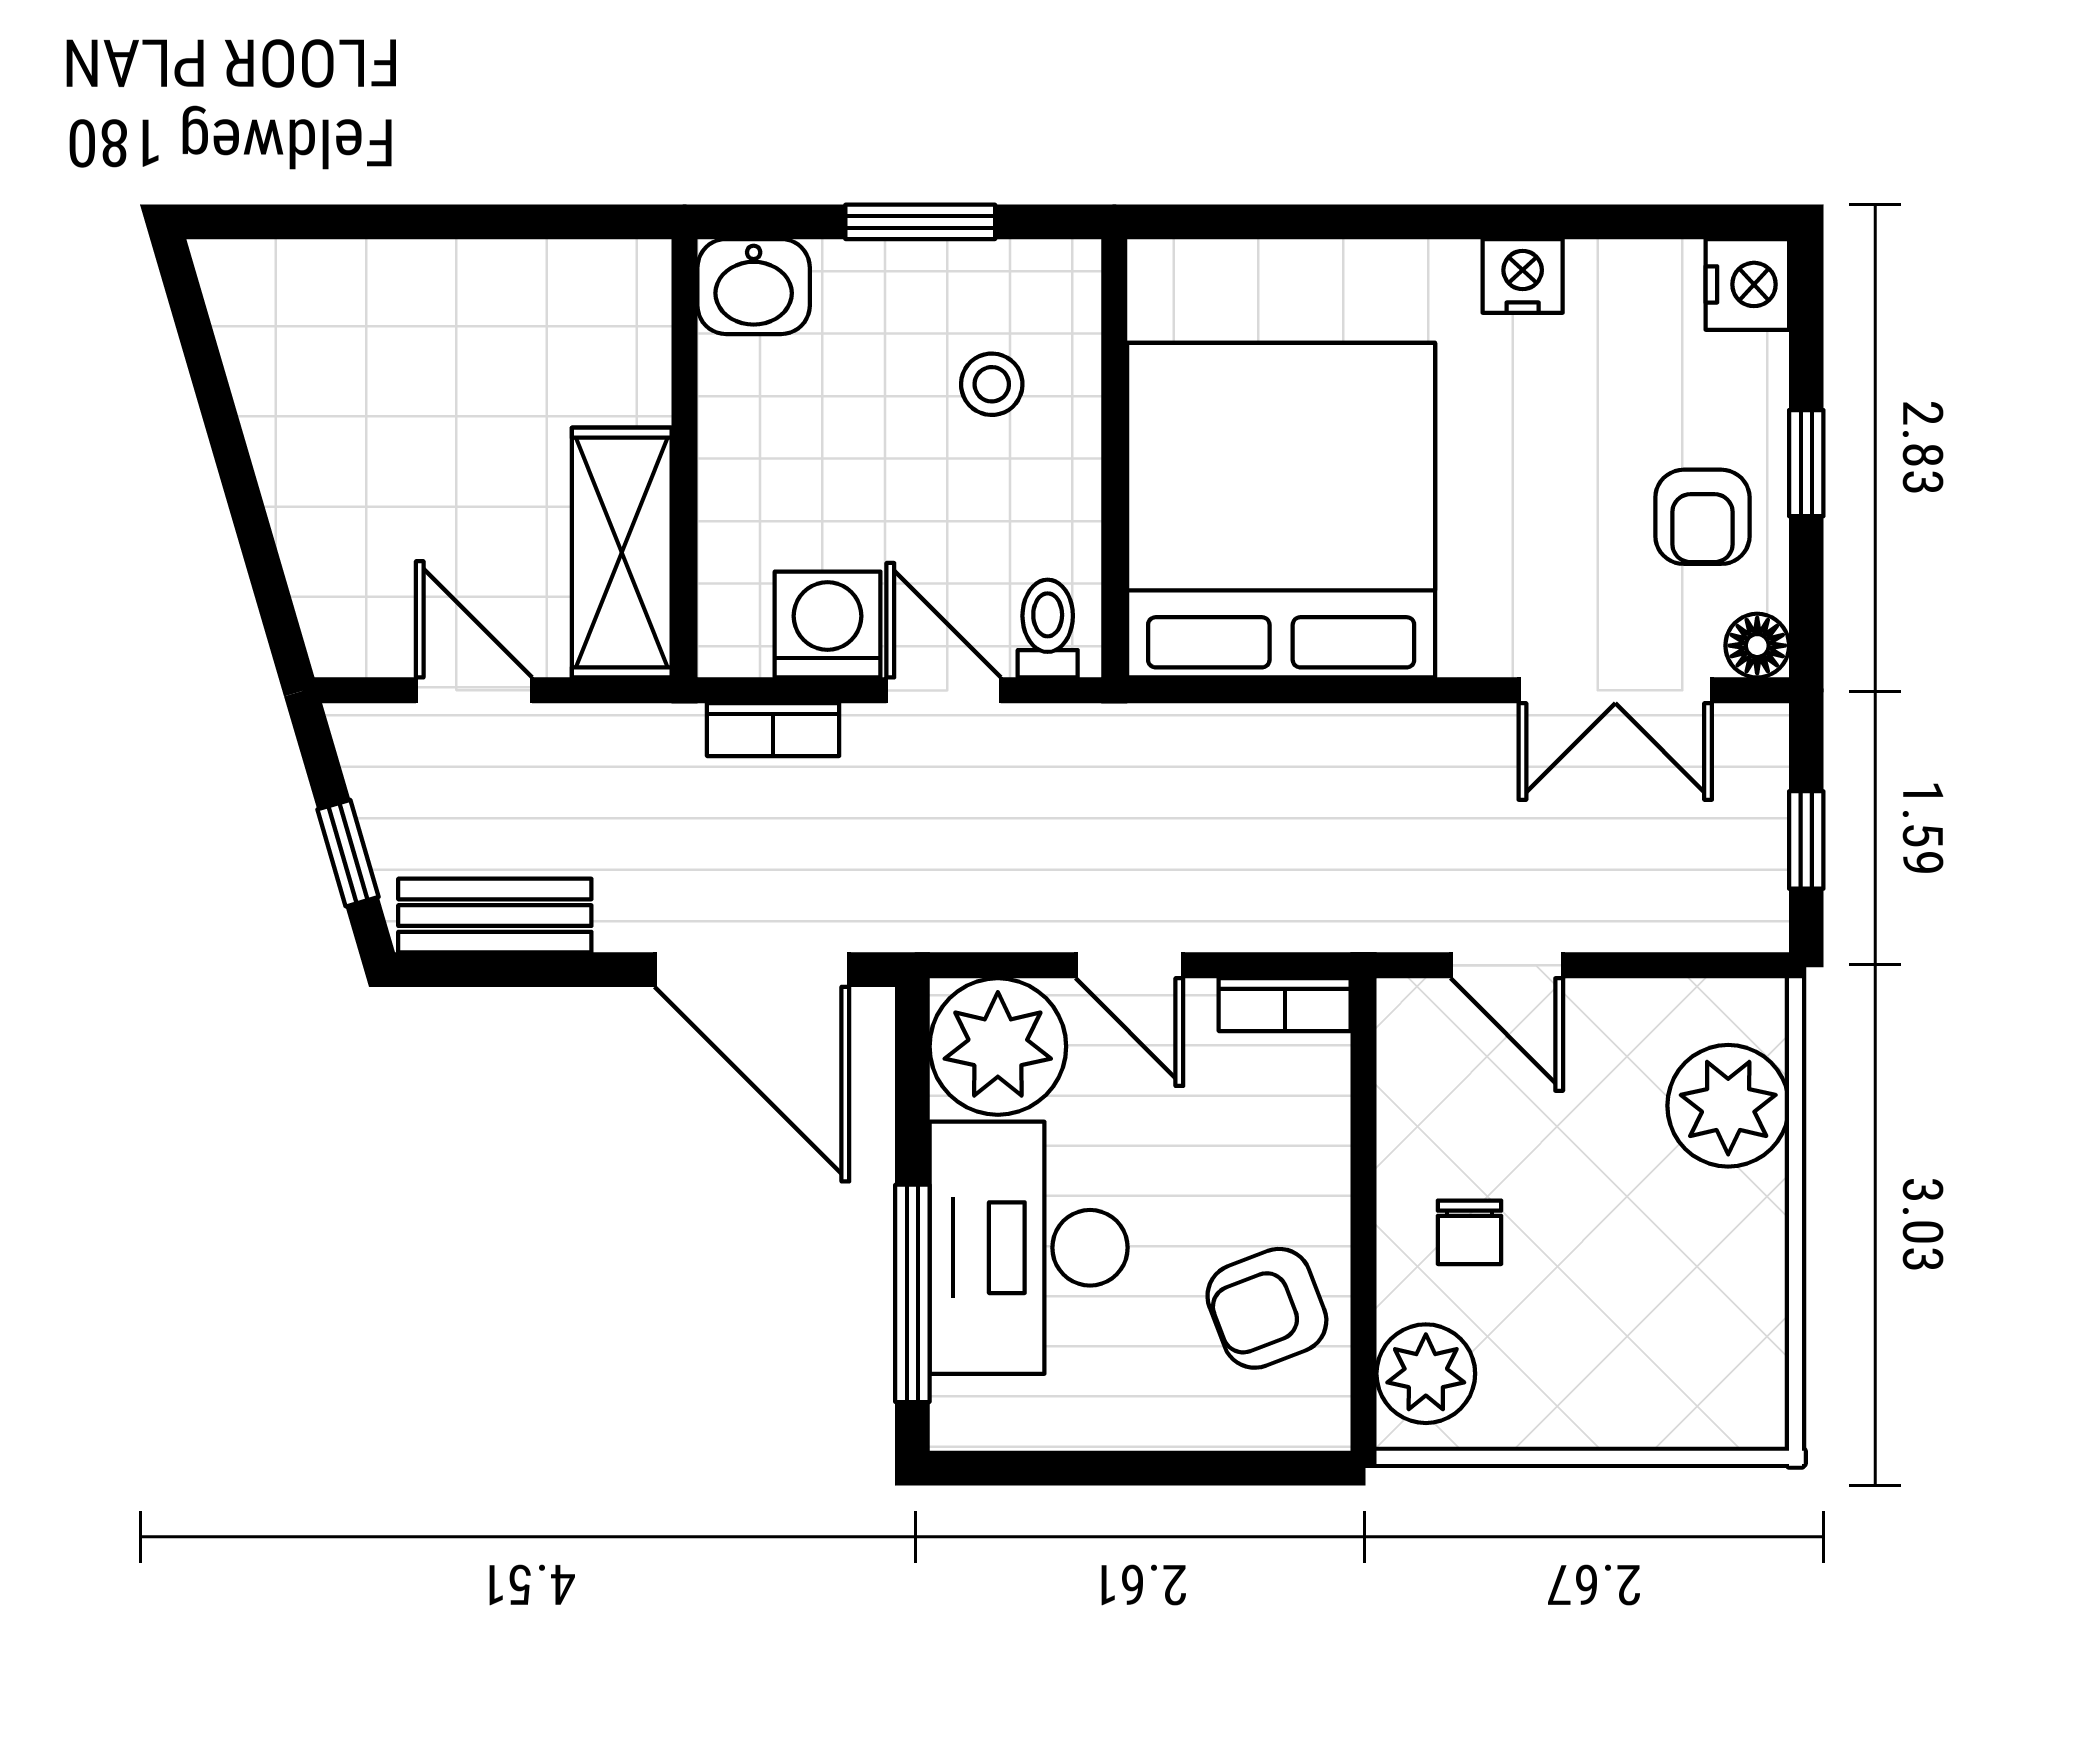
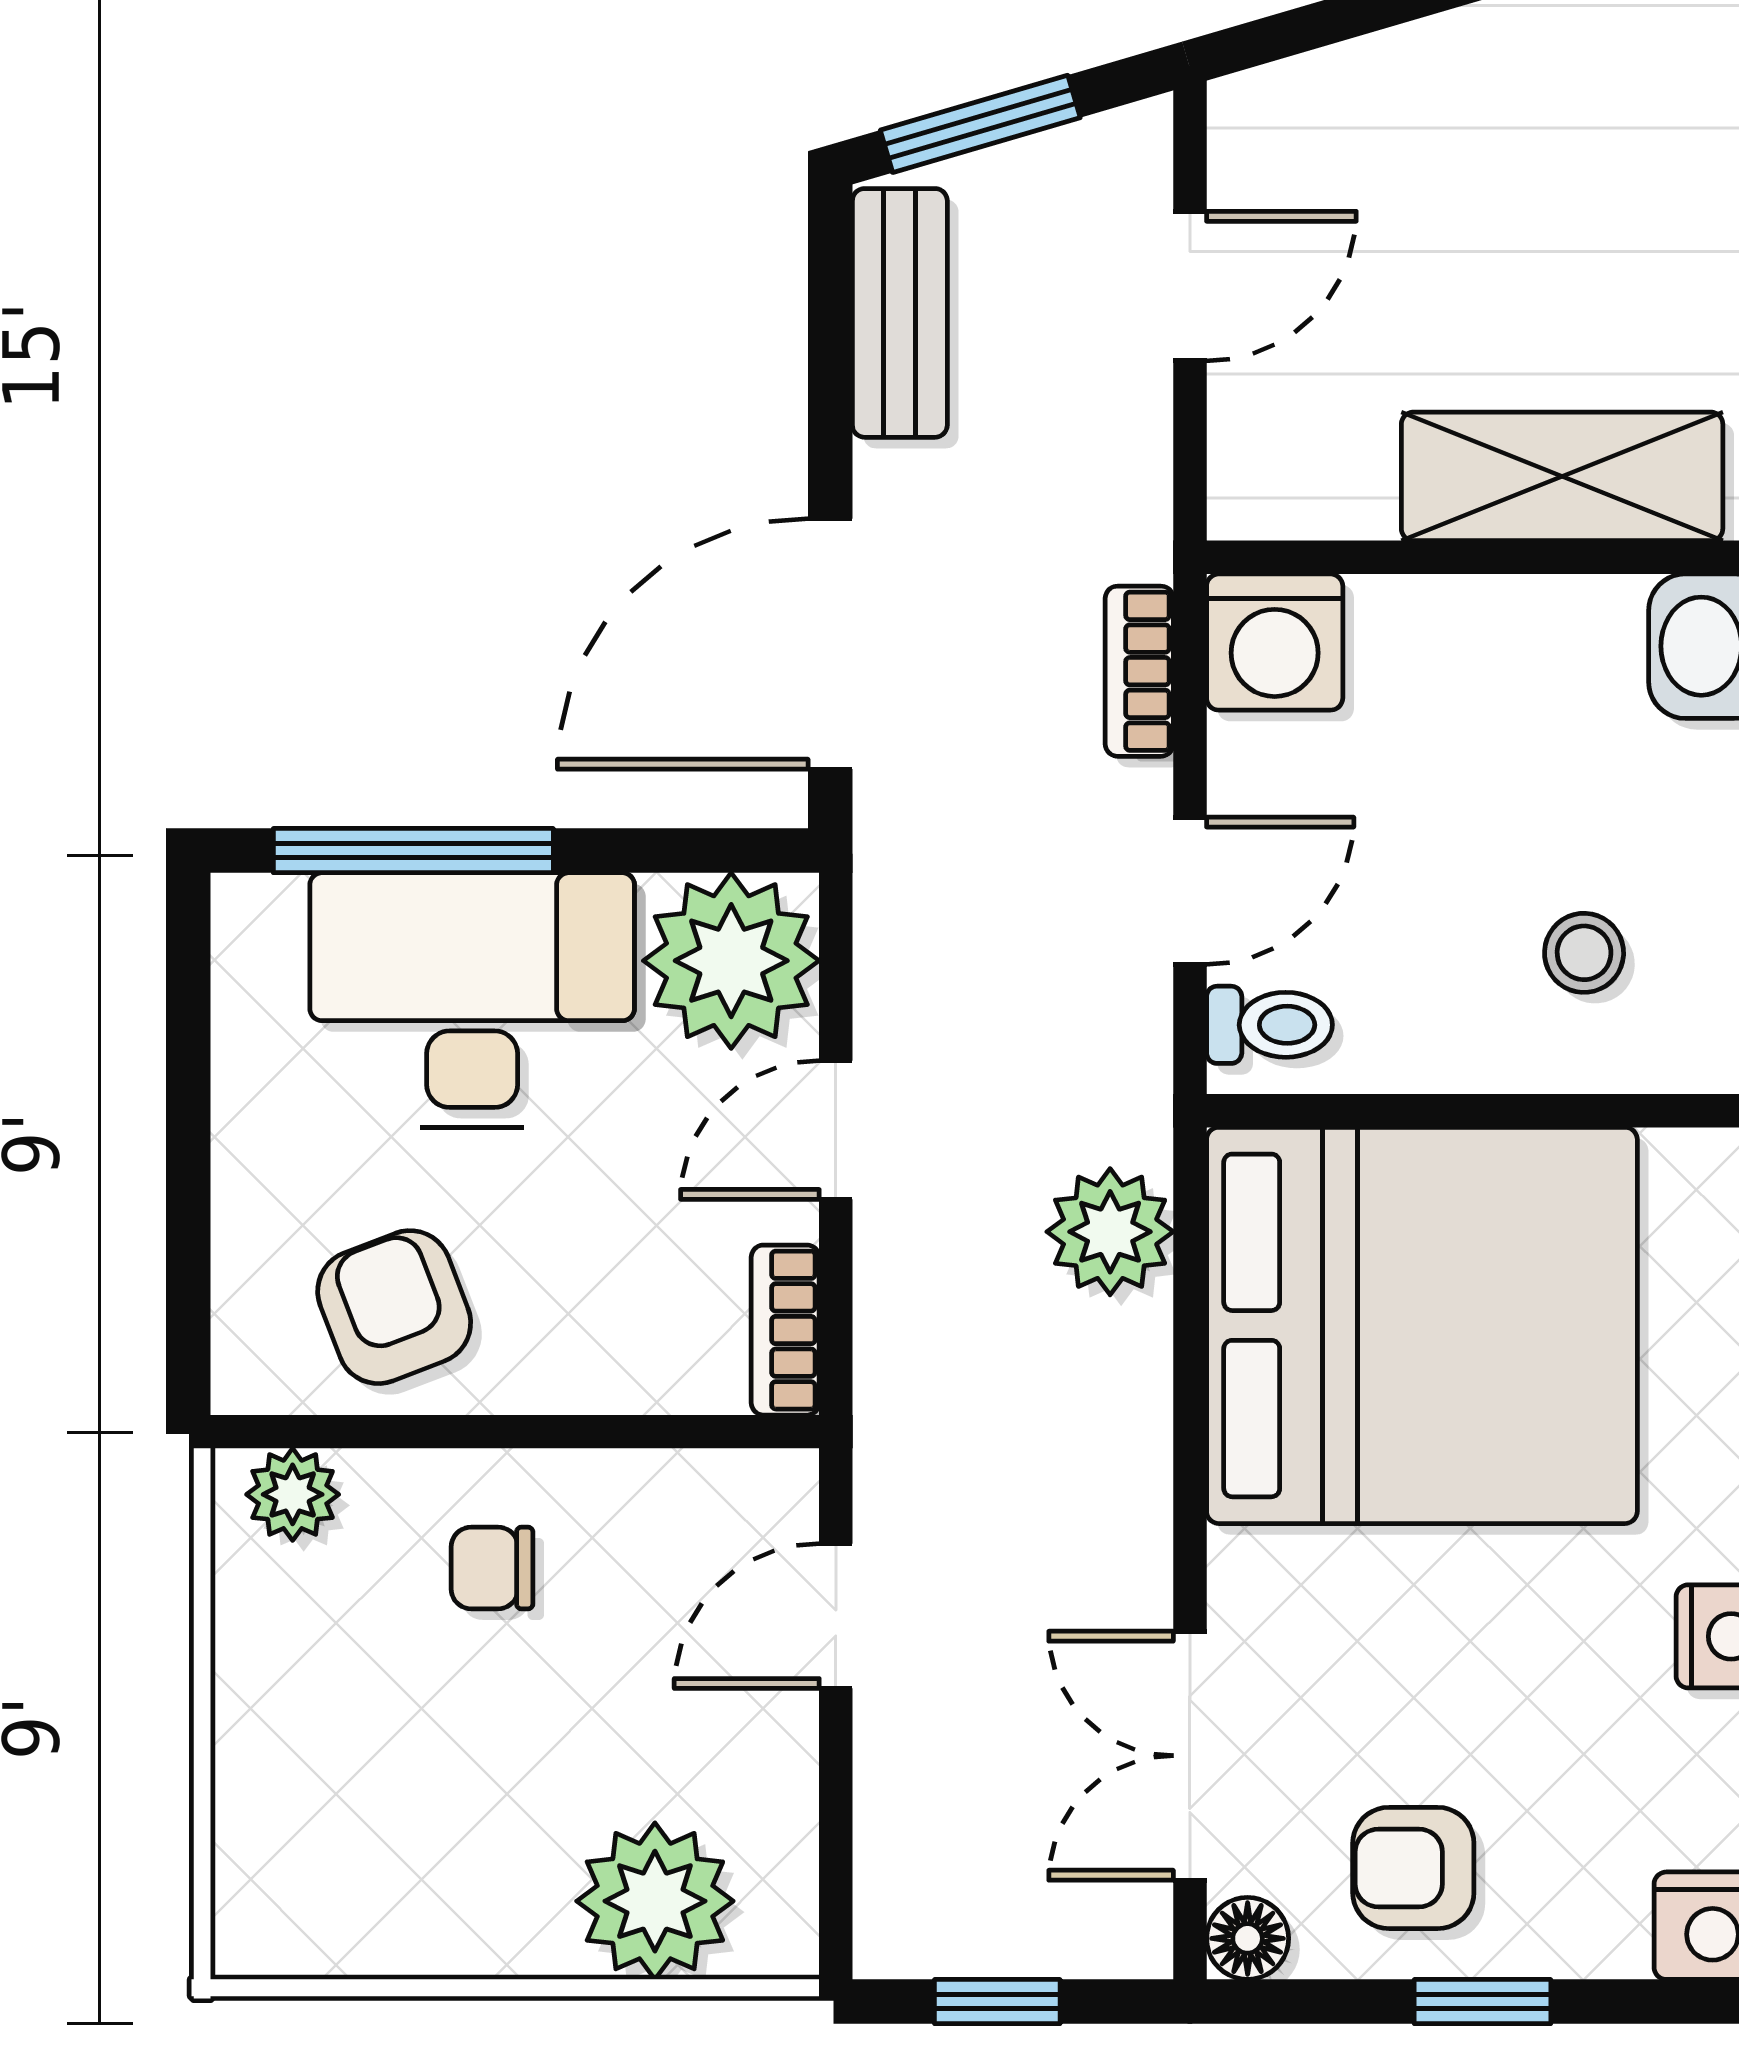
shelving: (622, 553) -> (1562, 476), moved
washing machine: (828, 625) -> (1275, 642), moved, turned 90
plant: (1208, 752) -> (1110, 1232), added
window: (348, 853) -> (980, 124), width x1.50
plant: (1426, 1374) -> (293, 1494), width x0.73, depth x0.73

